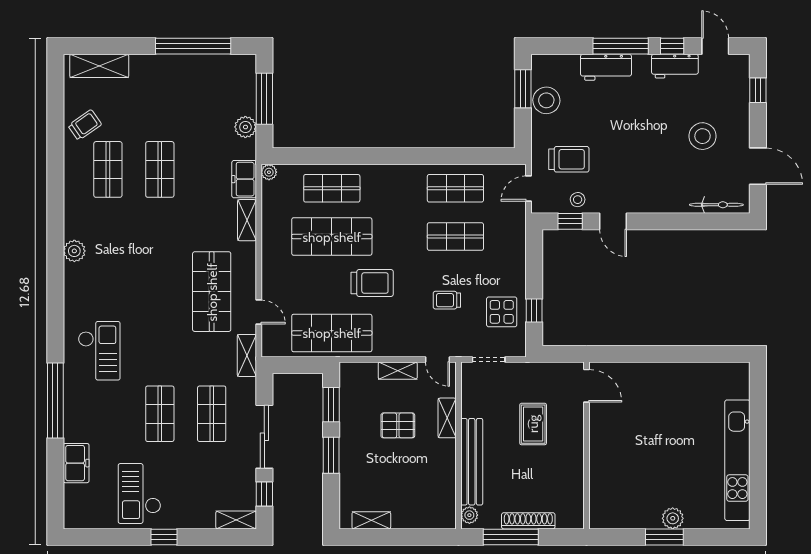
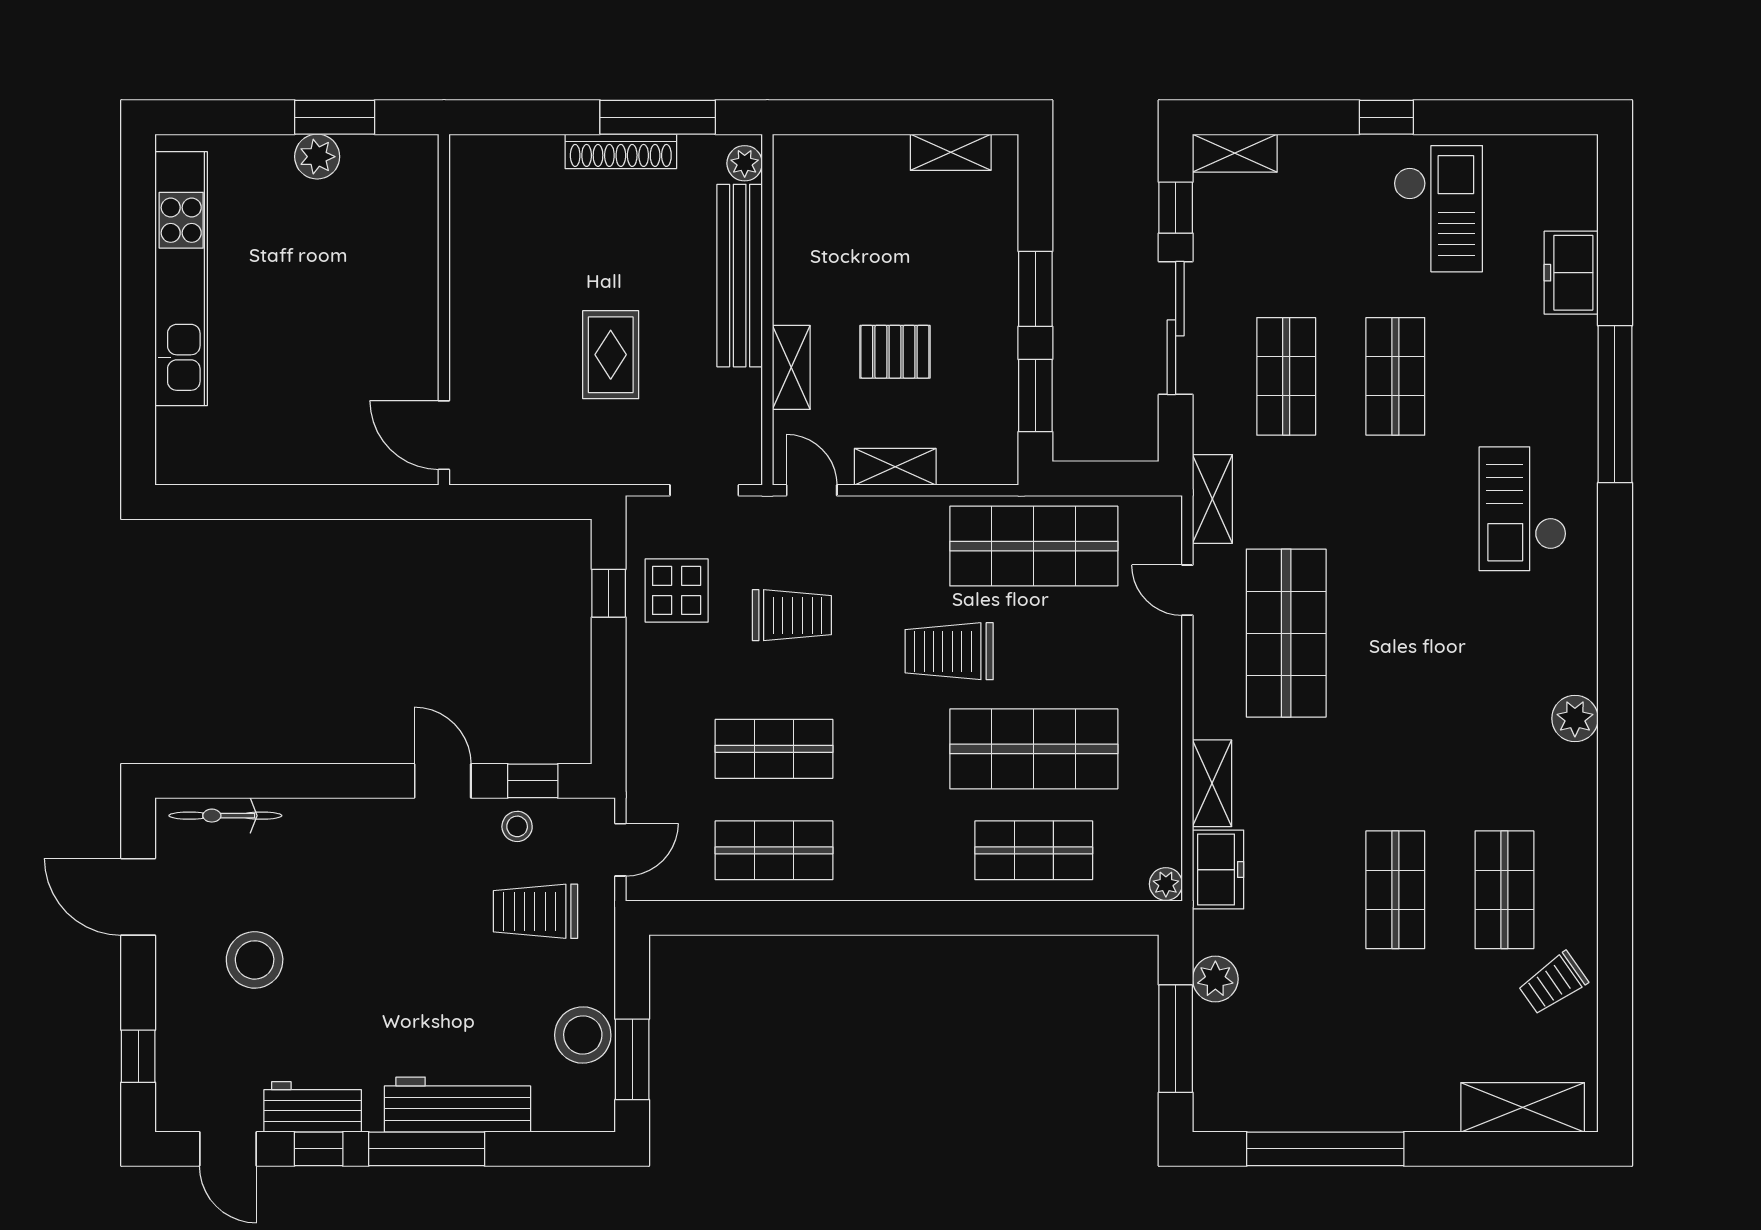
workbench: (606, 67) -> (457, 1105), width x1.38
trolley: (447, 300) -> (792, 615), width x1.36, depth x1.39
door: (586, 386) -> (444, 435), moved
wall: (586, 445) -> (444, 310), moved

